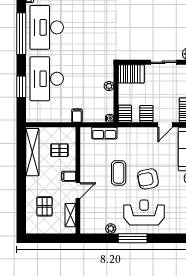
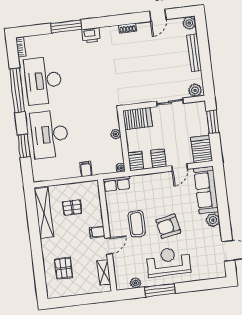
filing cabinet: (69, 176) -> (97, 232), moved
wall: (78, 180) -> (107, 235), moved
door: (78, 191) -> (109, 246), moved
shelving: (70, 215) -> (104, 272), moved

